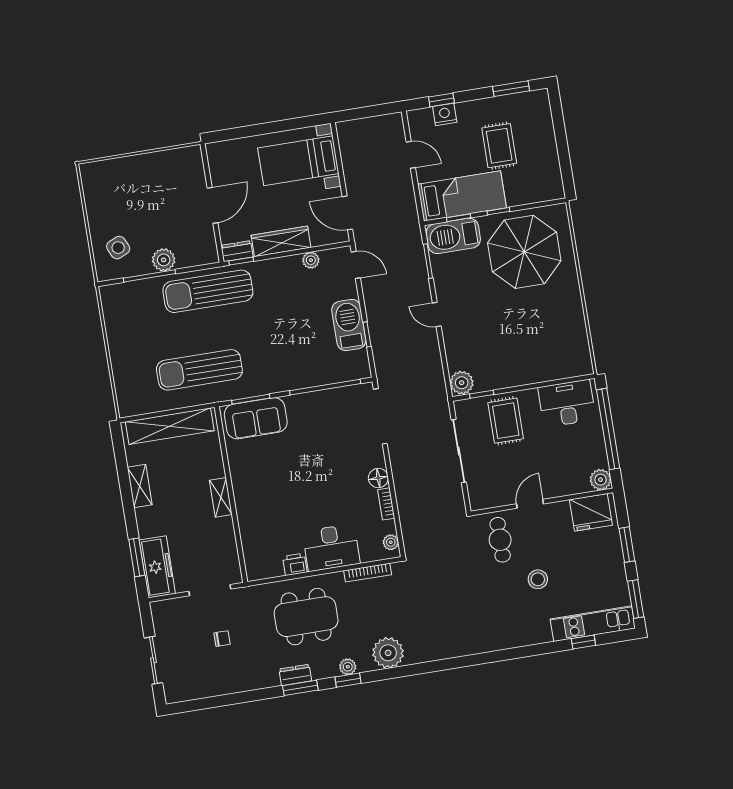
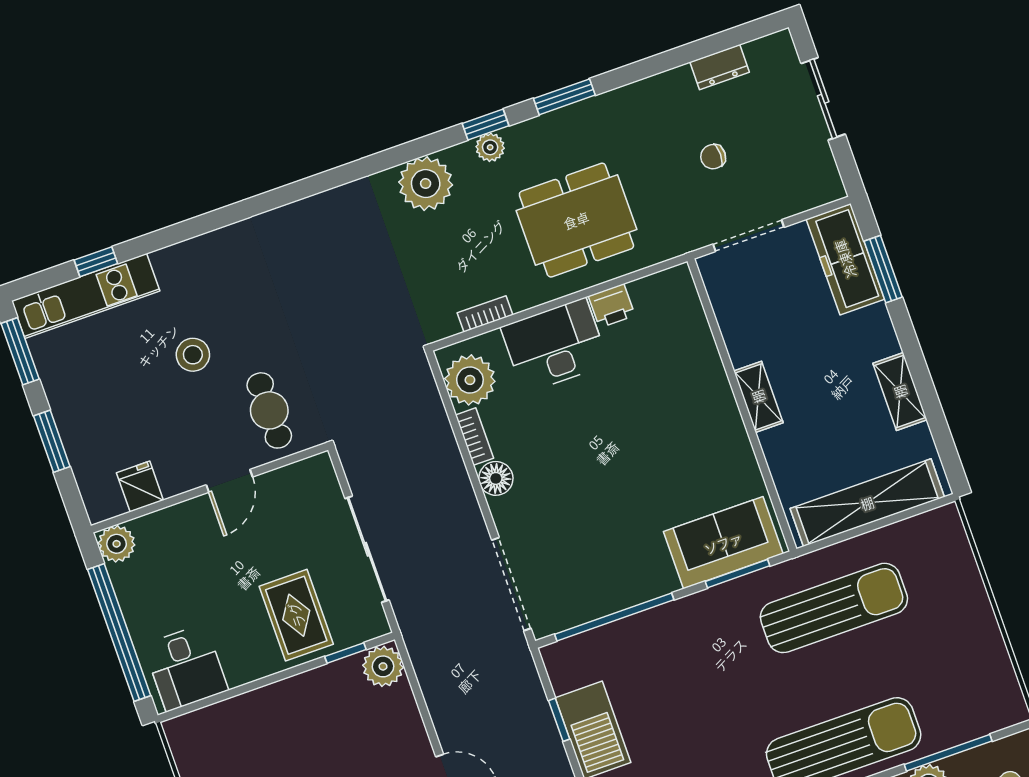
desk: (567, 403) -> (186, 668), width x0.73
fridge: (591, 512) -> (140, 487), width x0.53, depth x0.75
plant: (391, 542) -> (470, 380), width x1.88, depth x1.88
bookcase: (368, 573) -> (485, 314), width x0.64
dresser: (295, 675) -> (720, 67), moved

